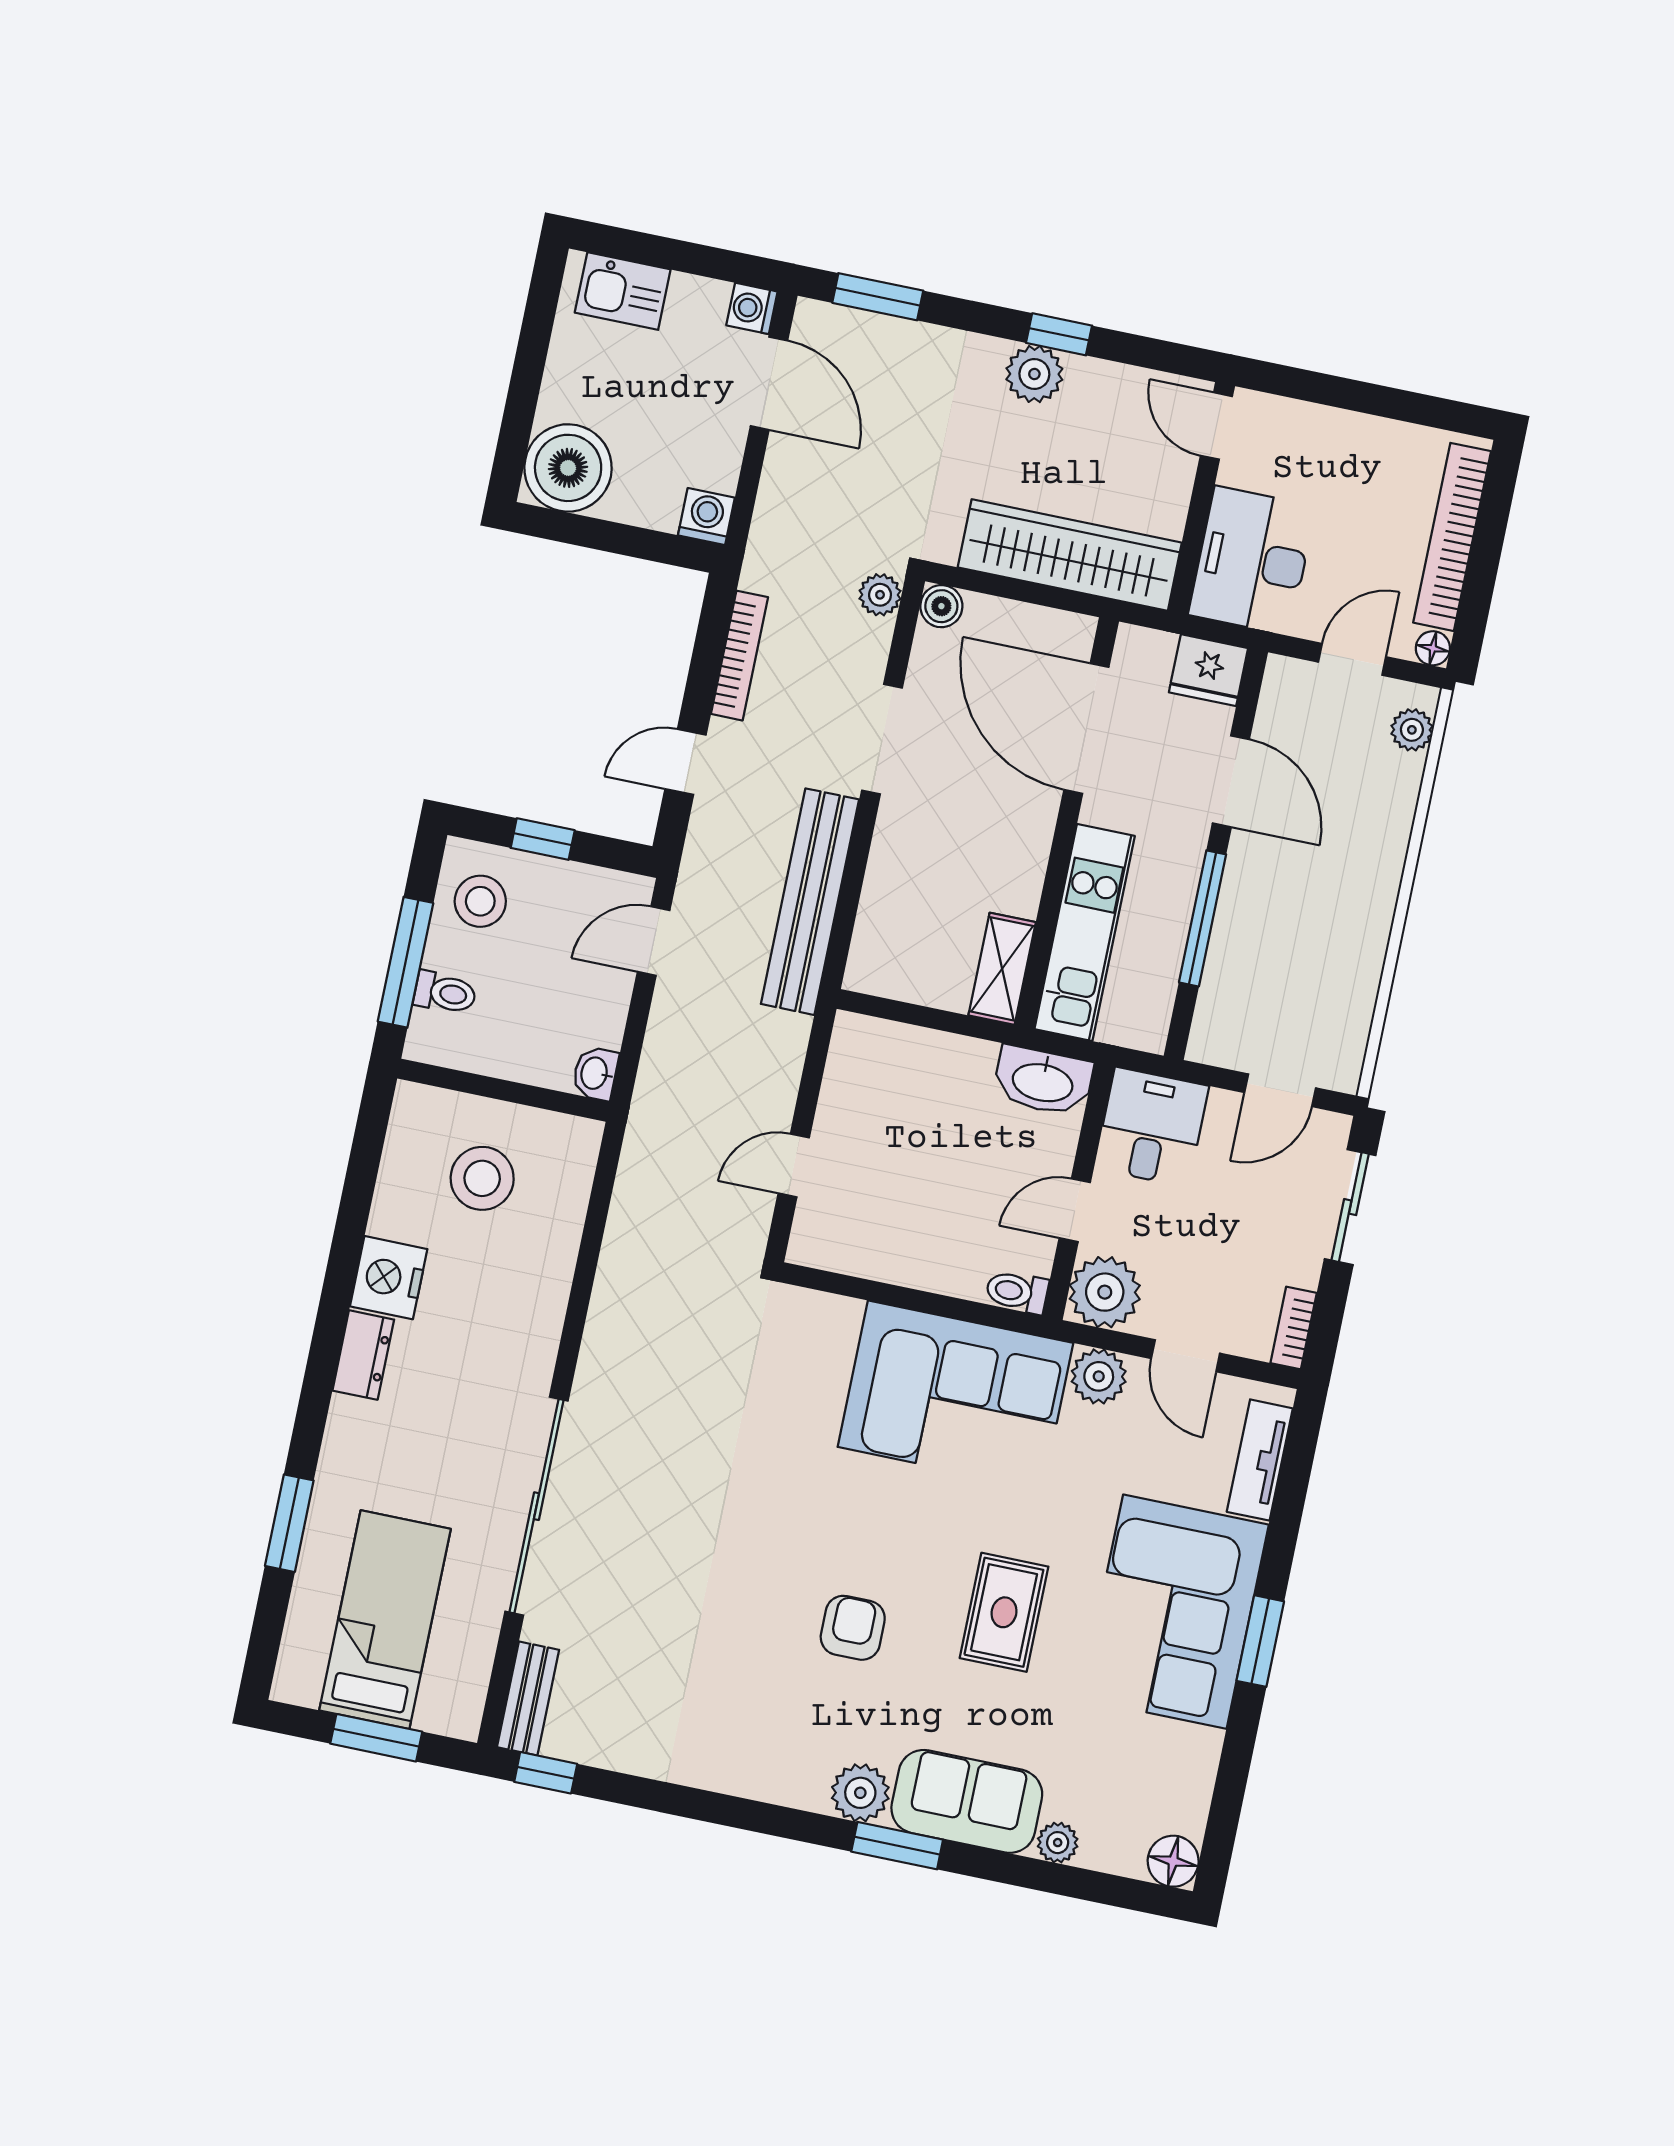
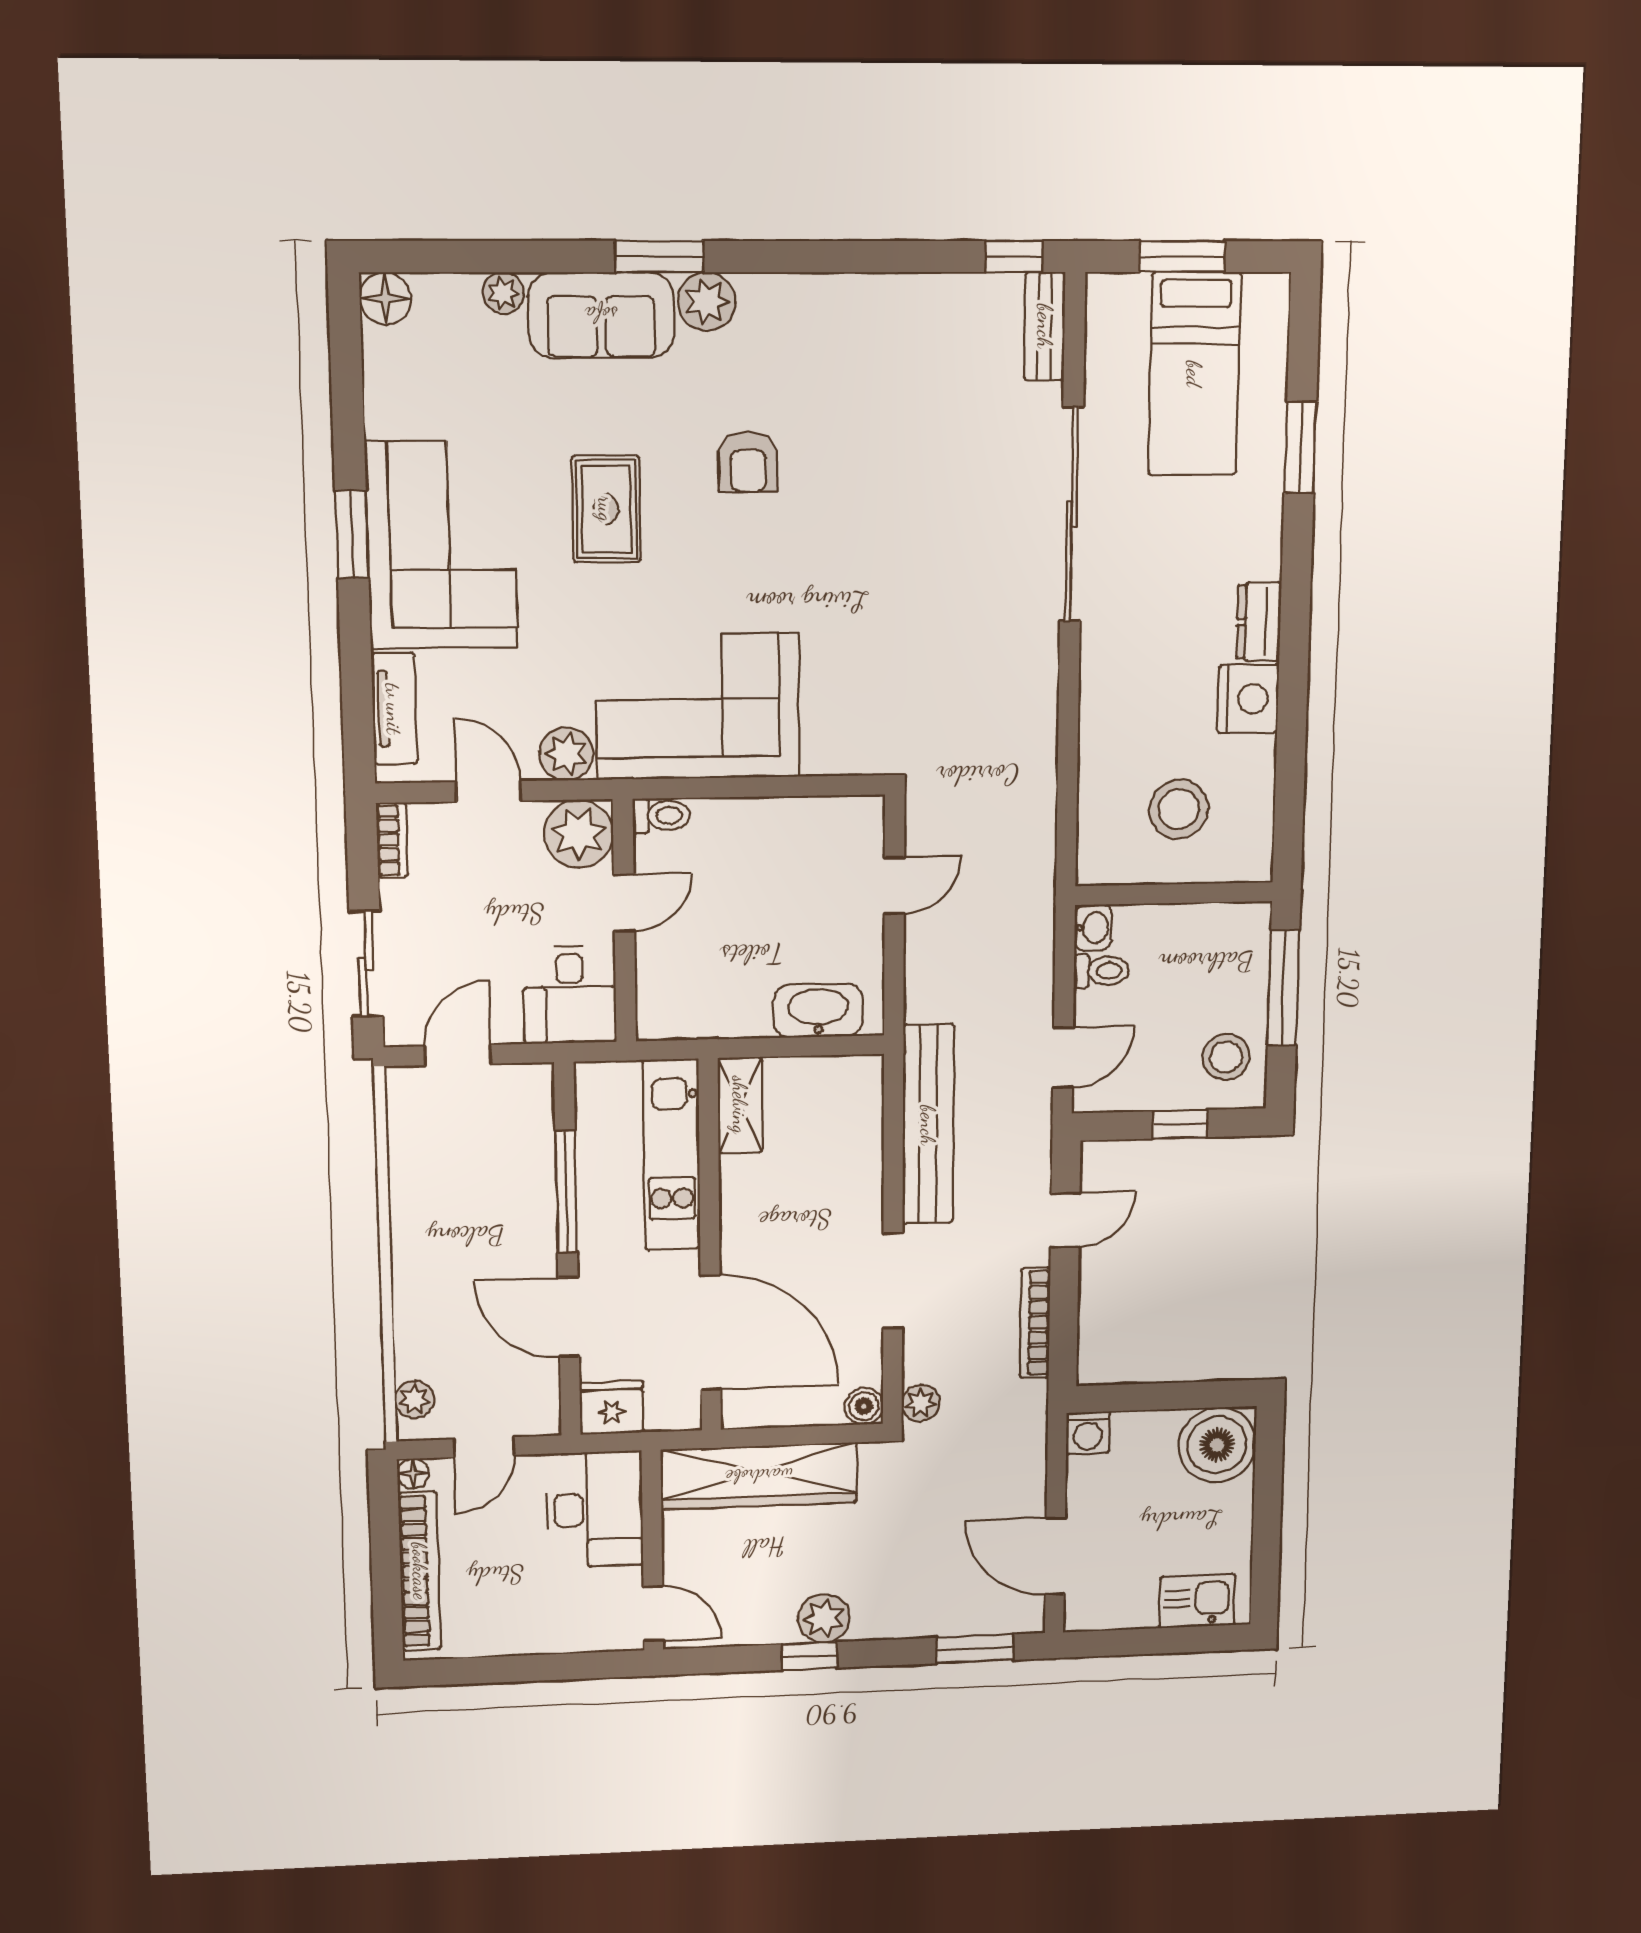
washing machine: (752, 308) -> (1082, 1613), removed
toilet: (445, 993) -> (1101, 971), moved, turned 180
washbasin: (1043, 1081) -> (818, 1010), moved

